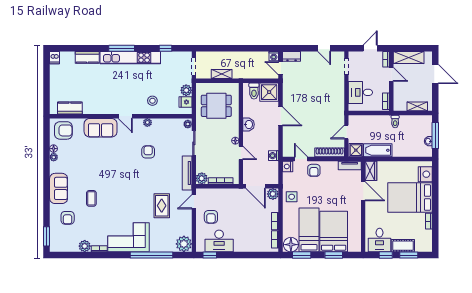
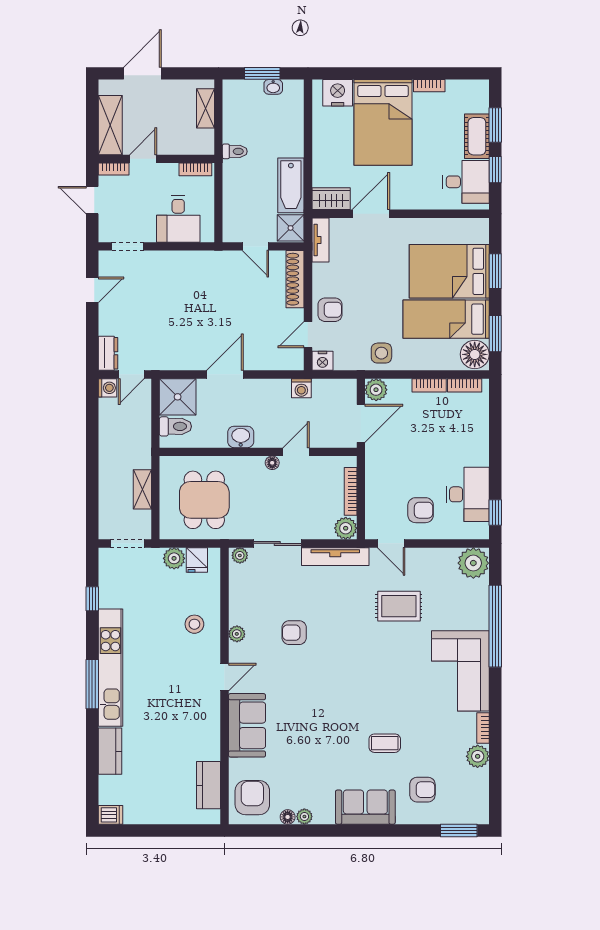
window: (435, 136) -> (262, 73), width x0.69

